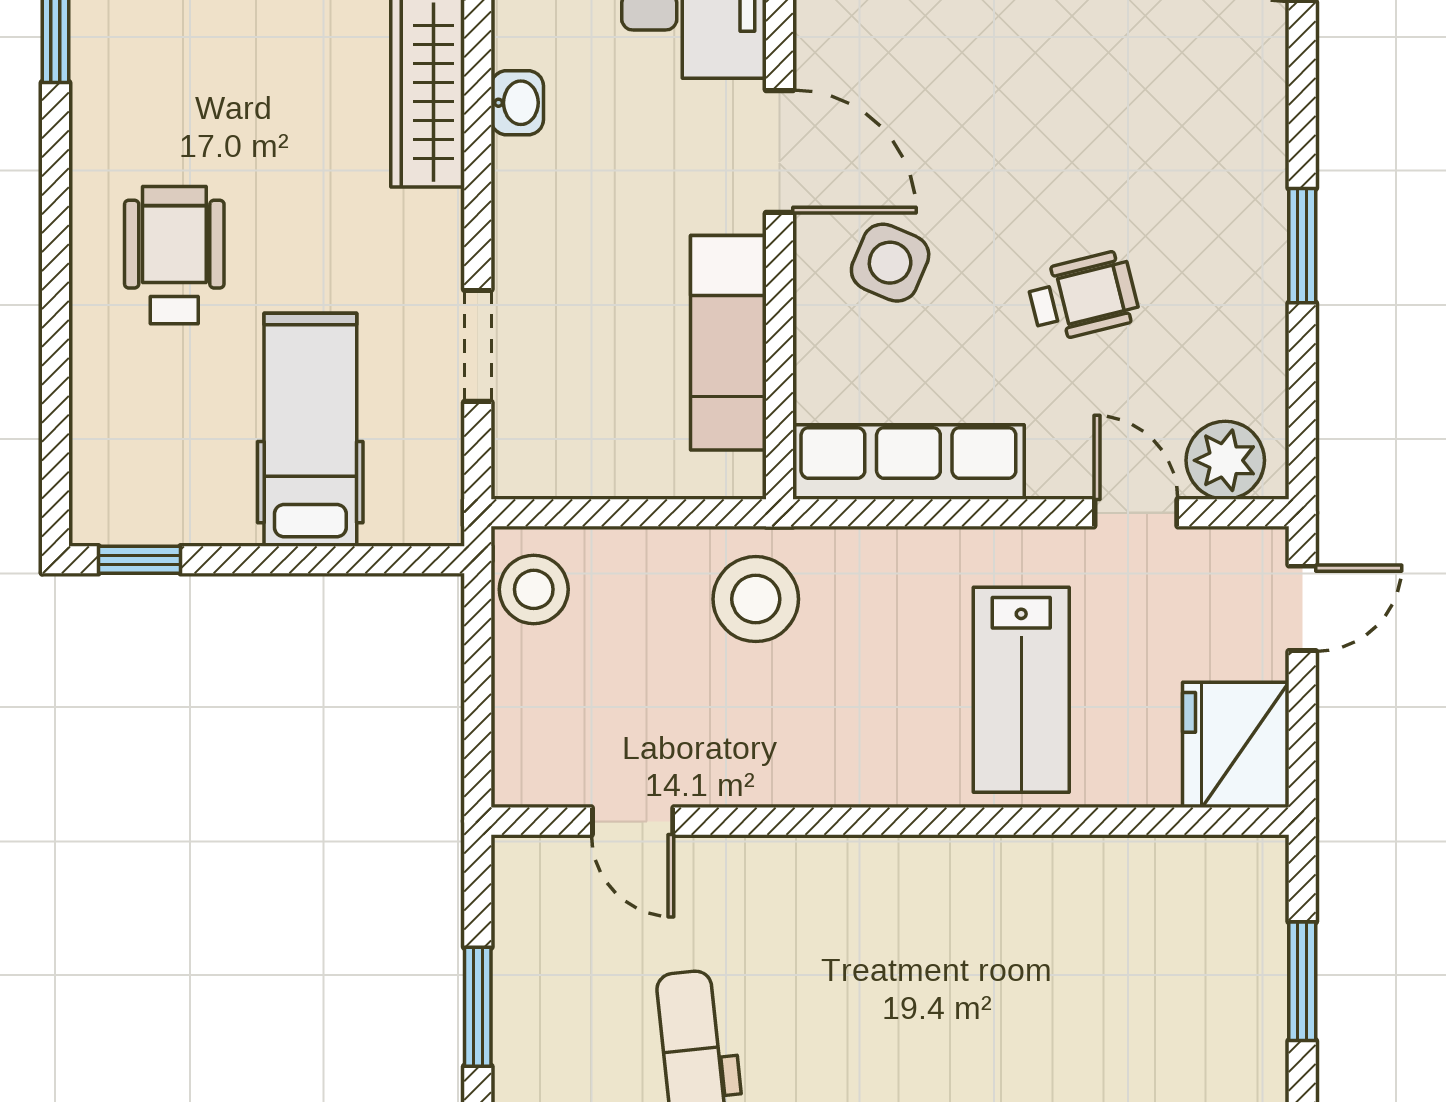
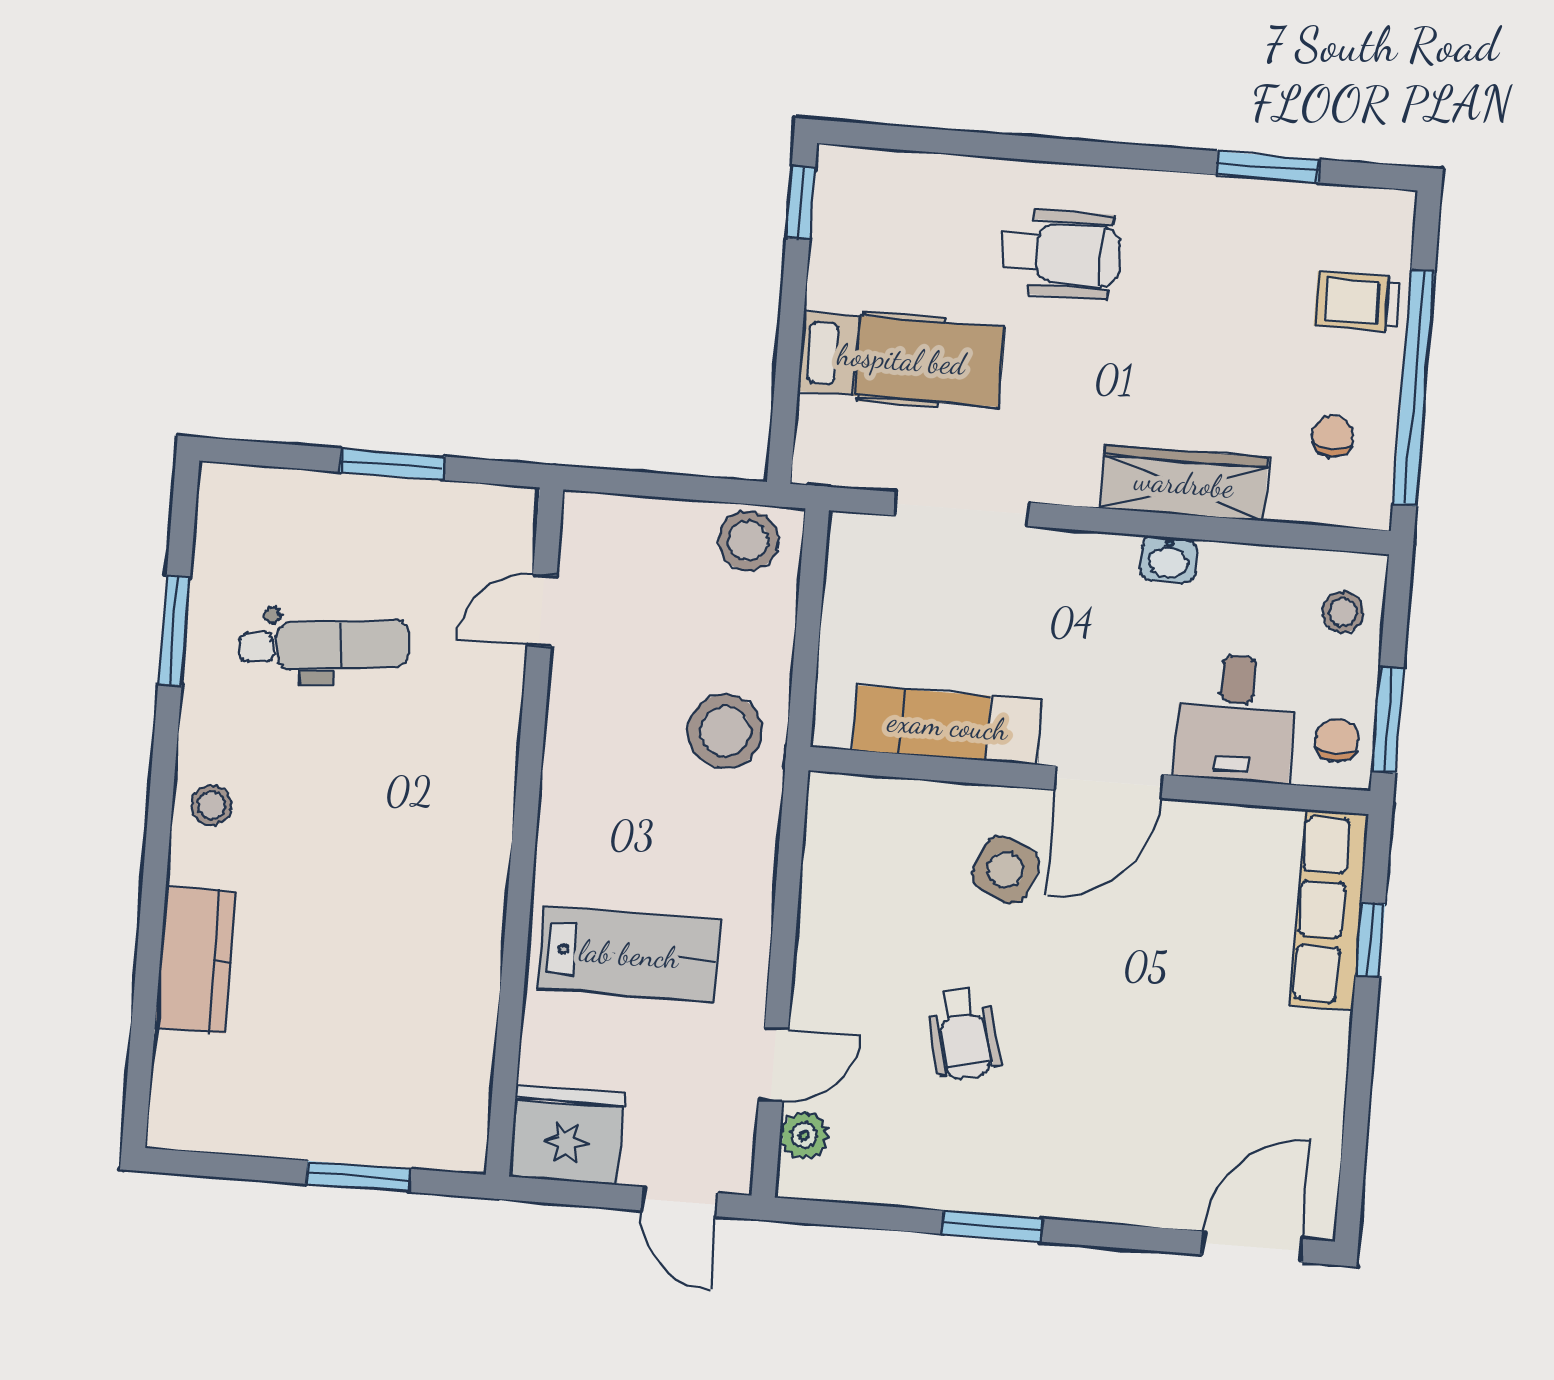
doorway: (478, 346) -> (962, 509), width x1.38
plant: (1225, 460) -> (804, 1135), width x0.73, depth x0.73
row of seats: (908, 462) -> (833, 872), removed
lab bench: (1021, 690) -> (629, 954), turned 180

